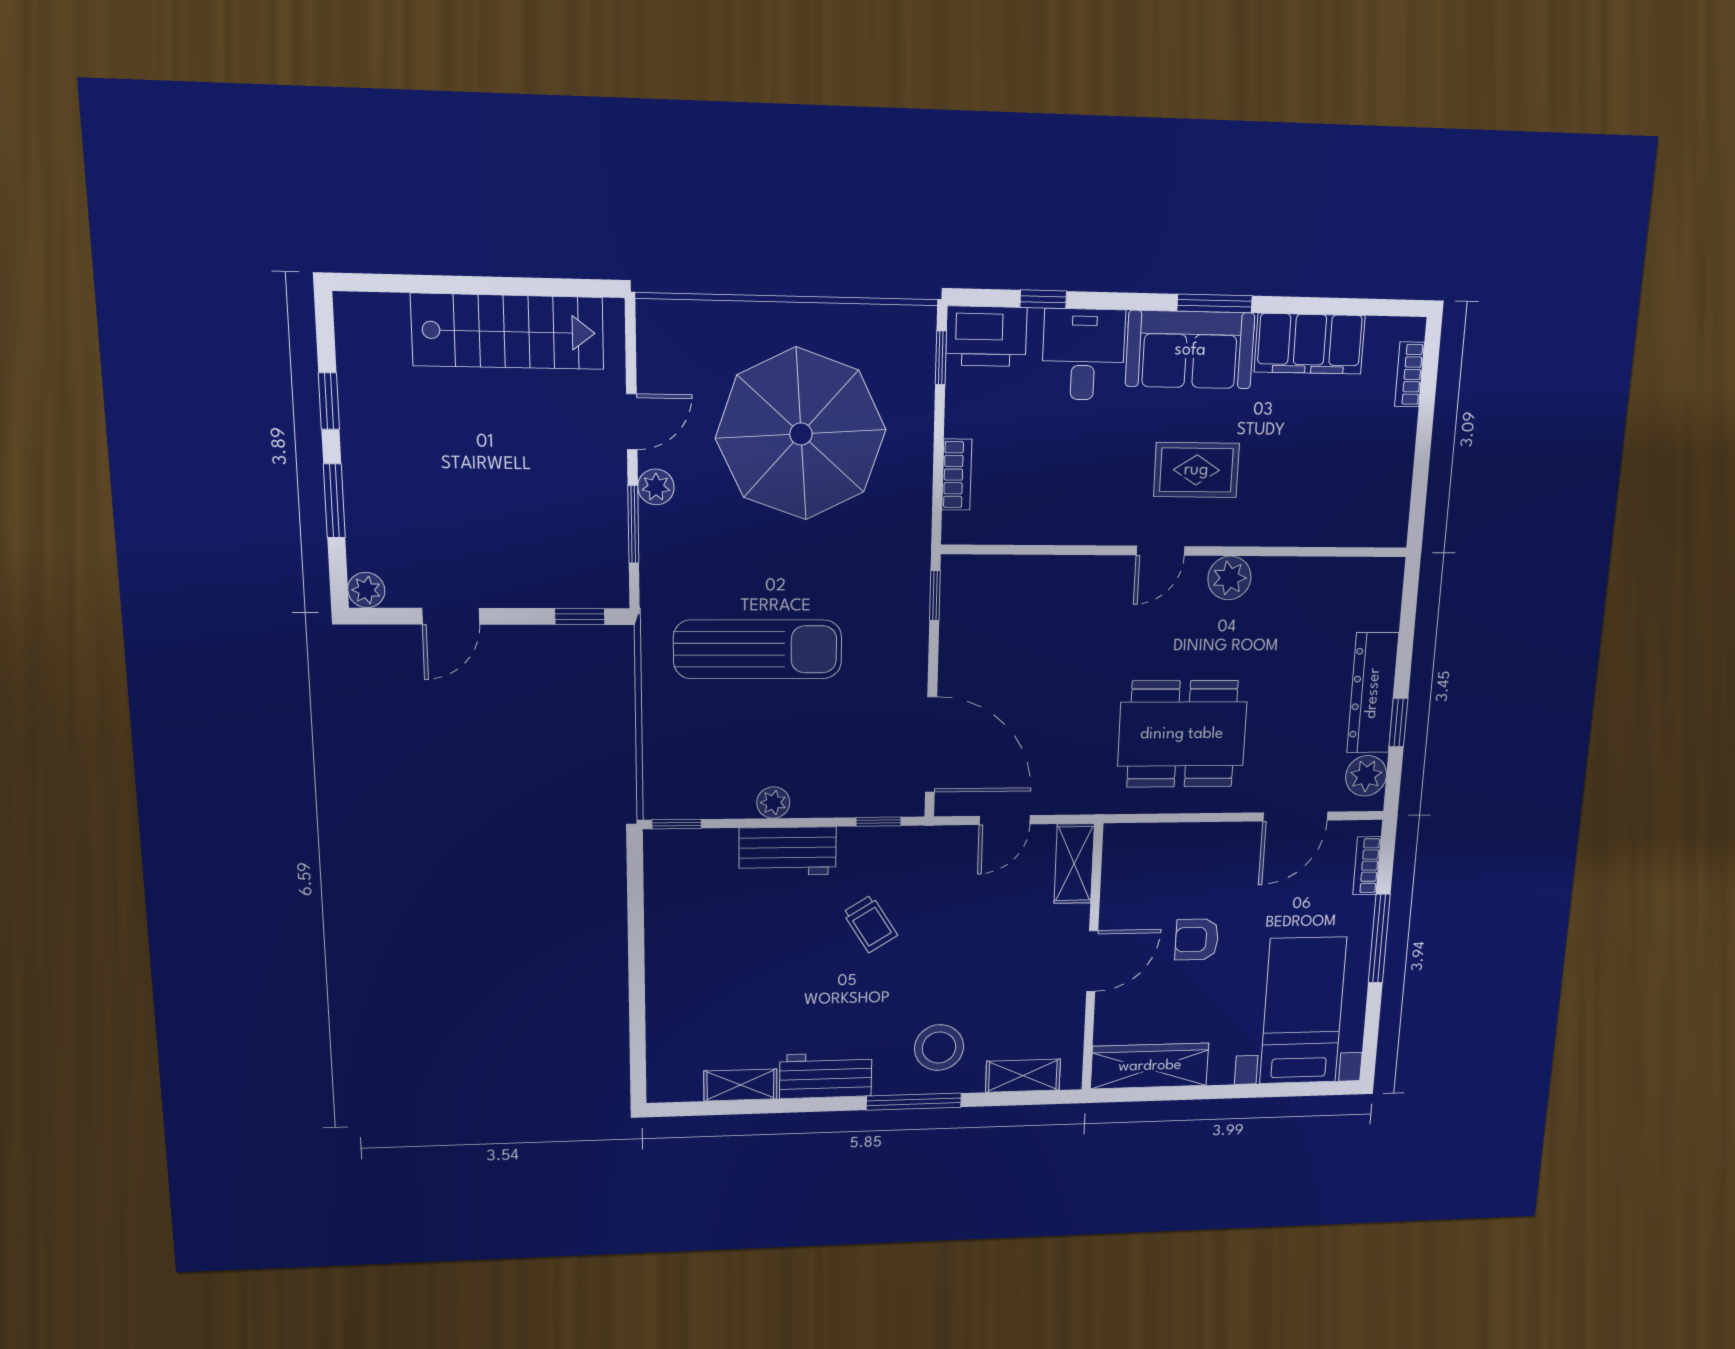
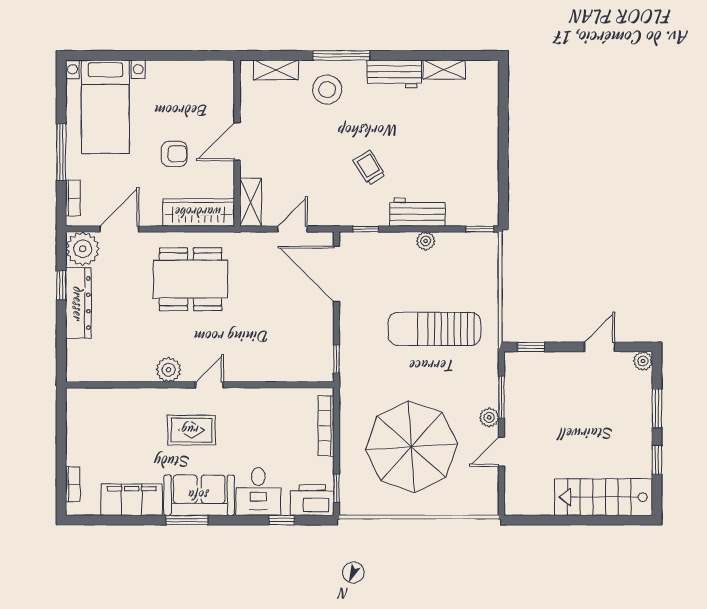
stairs: (508, 331) -> (604, 497), moved
bookcase: (957, 475) -> (326, 426), width x1.56
plant: (1366, 776) -> (83, 249), width x1.36, depth x1.36
wardrobe: (1150, 1066) -> (199, 212), moved, turned 180

